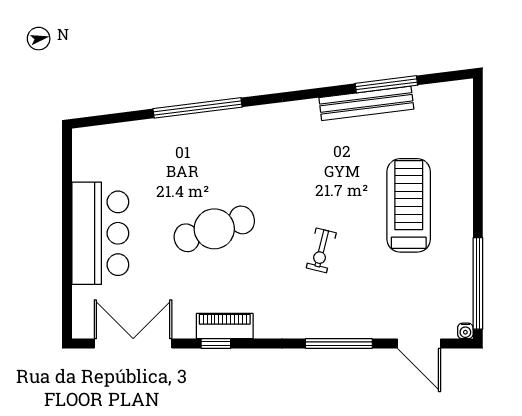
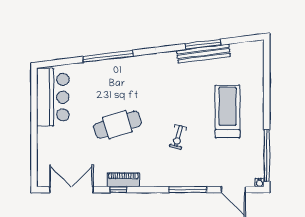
window: (386, 84) -> (203, 44), moved
bar counter: (100, 233) -> (53, 97), moved

